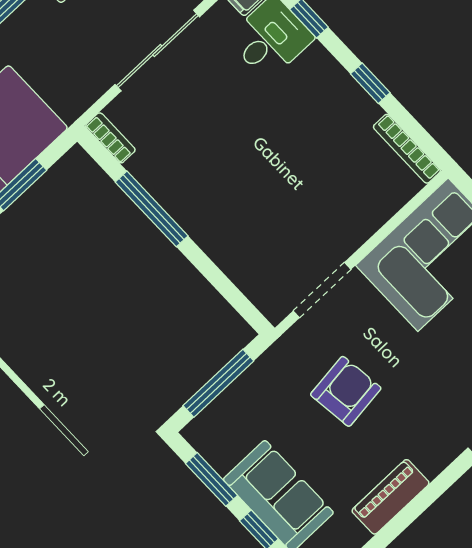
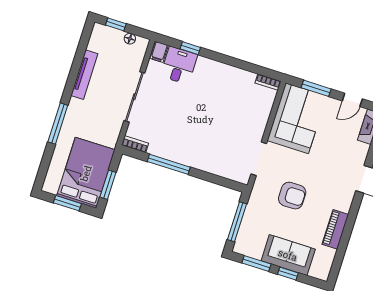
window: (370, 83) -> (231, 61), removed
bookcase: (407, 149) -> (268, 82), width x0.64
armchair: (346, 391) -> (292, 196), turned 97

